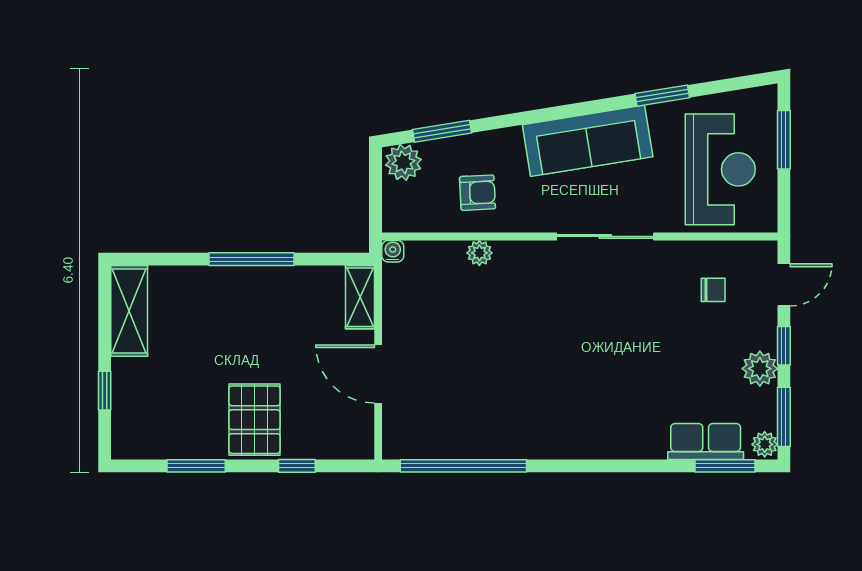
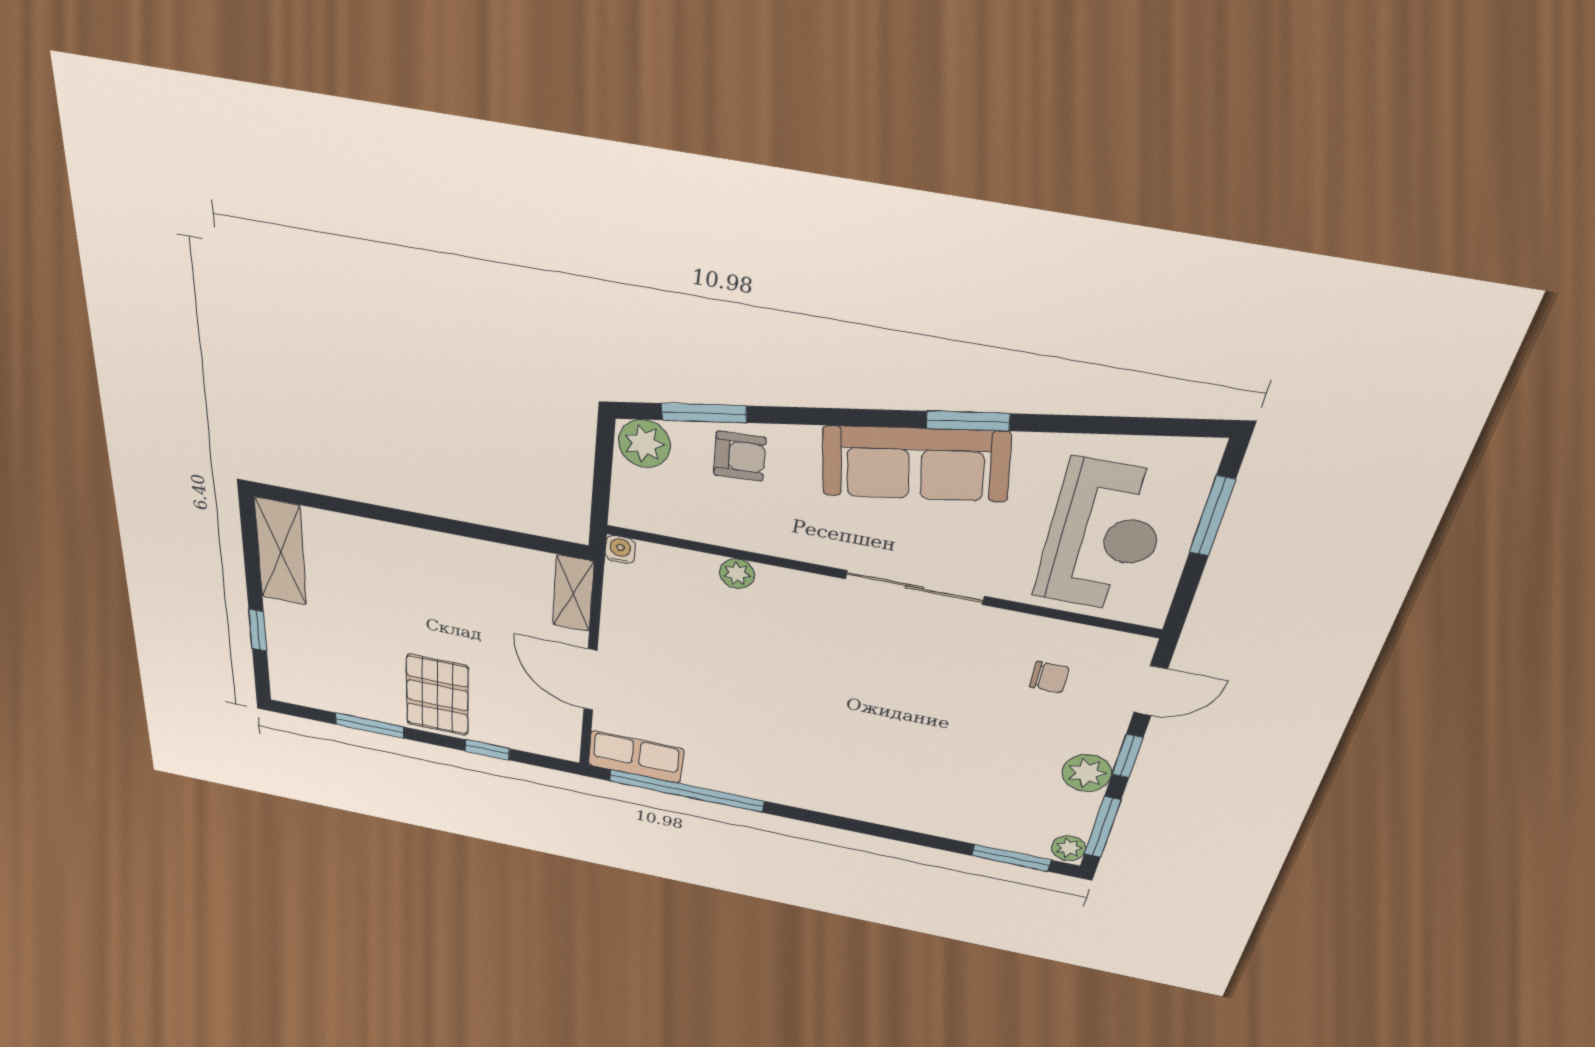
window: (662, 96) -> (968, 421), moved
armchair: (477, 193) -> (740, 456), moved
window: (252, 259) -> (434, 523), removed
row of seats: (706, 441) -> (636, 757), moved

